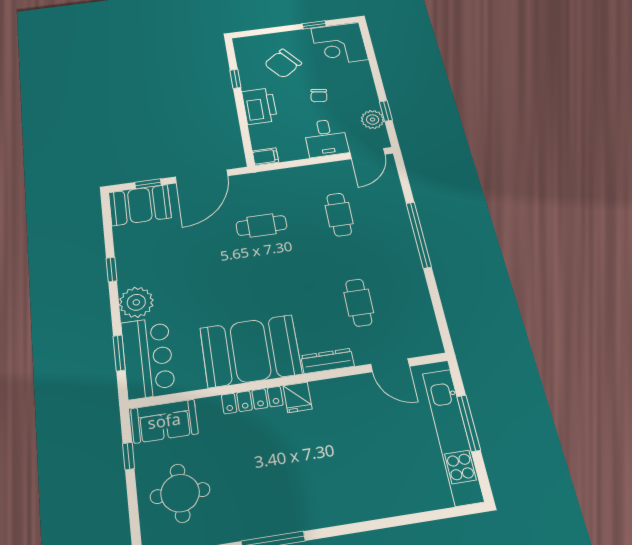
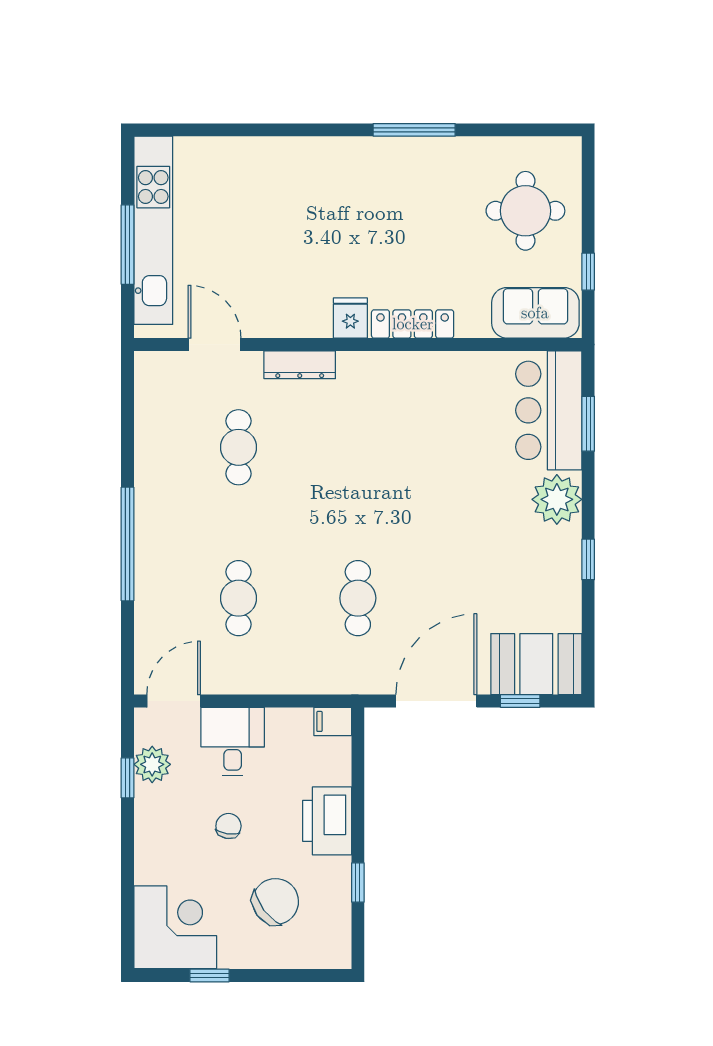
cafe table: (261, 225) -> (358, 598), turned 90
booth: (251, 351) -> (404, 397), removed

